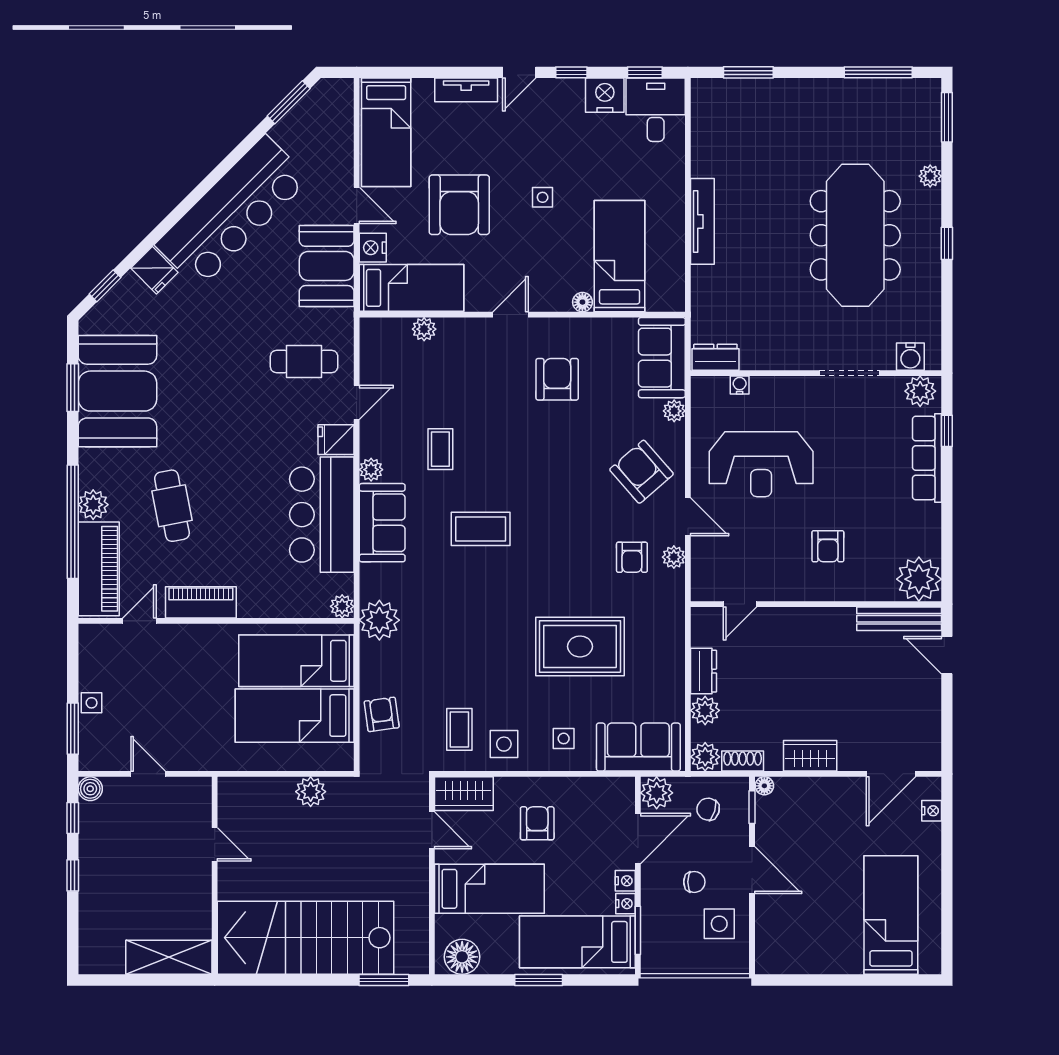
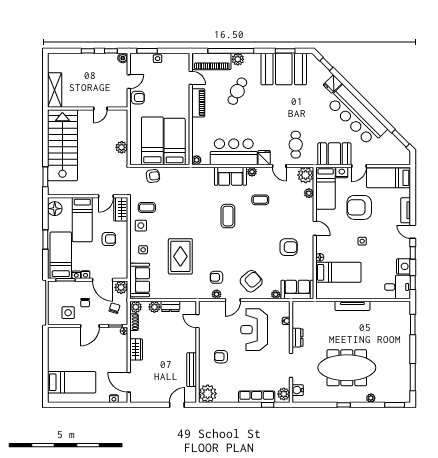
dresser: (715, 357) -> (297, 338), moved
cafe table: (172, 506) -> (237, 91), turned -52
bench: (899, 619) -> (192, 370), moved
plant: (379, 620) -> (306, 175), moved
armchair: (188, 752) -> (138, 98), added

